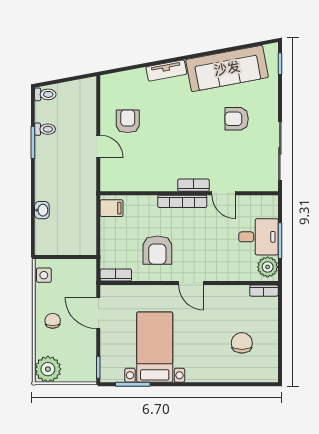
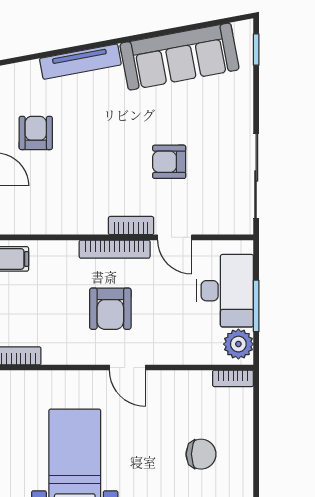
tv unit: (166, 71) -> (80, 62), width x1.41
armchair: (237, 119) -> (169, 162), moved
desk: (258, 237) -> (225, 291), width x1.37
armchair: (157, 250) -> (110, 309), moved
chair: (242, 343) -> (201, 454), turned 90

